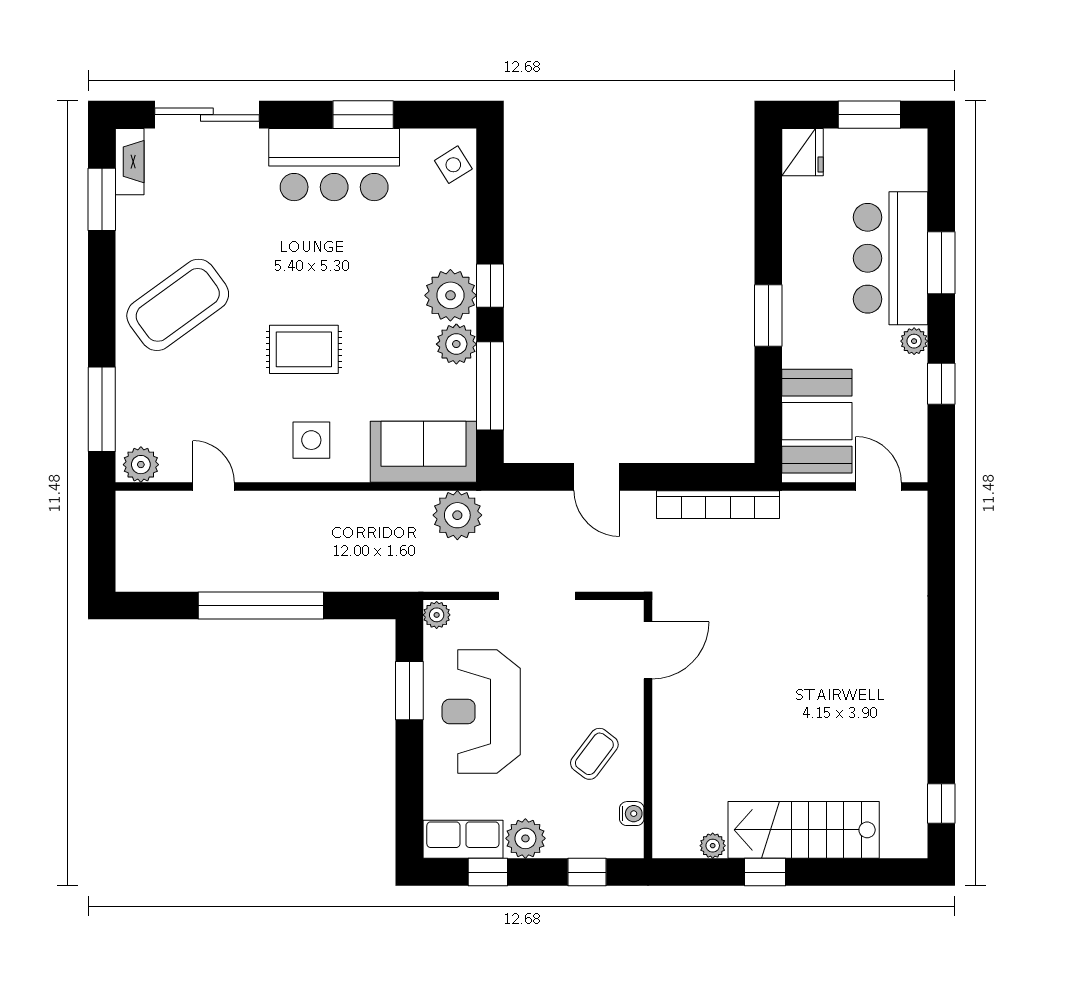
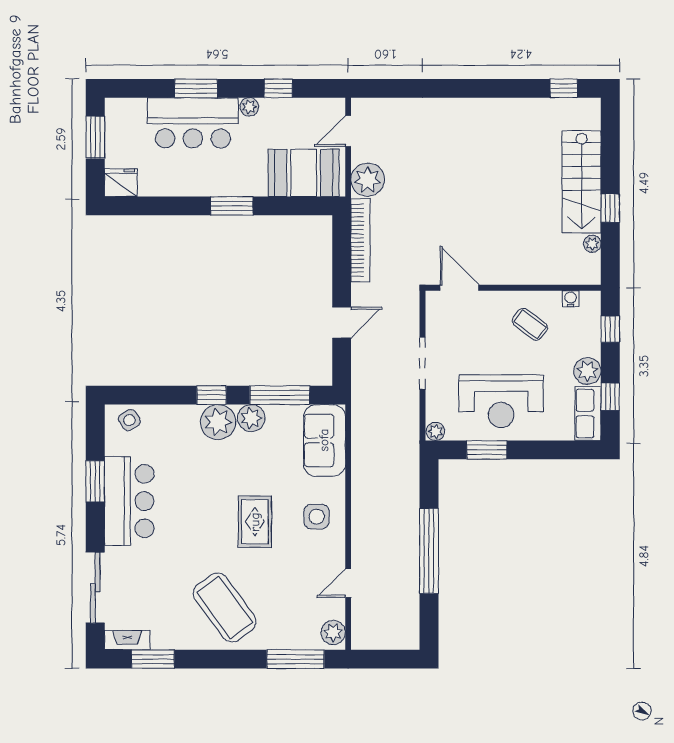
plant: (457, 515) -> (368, 180), moved

